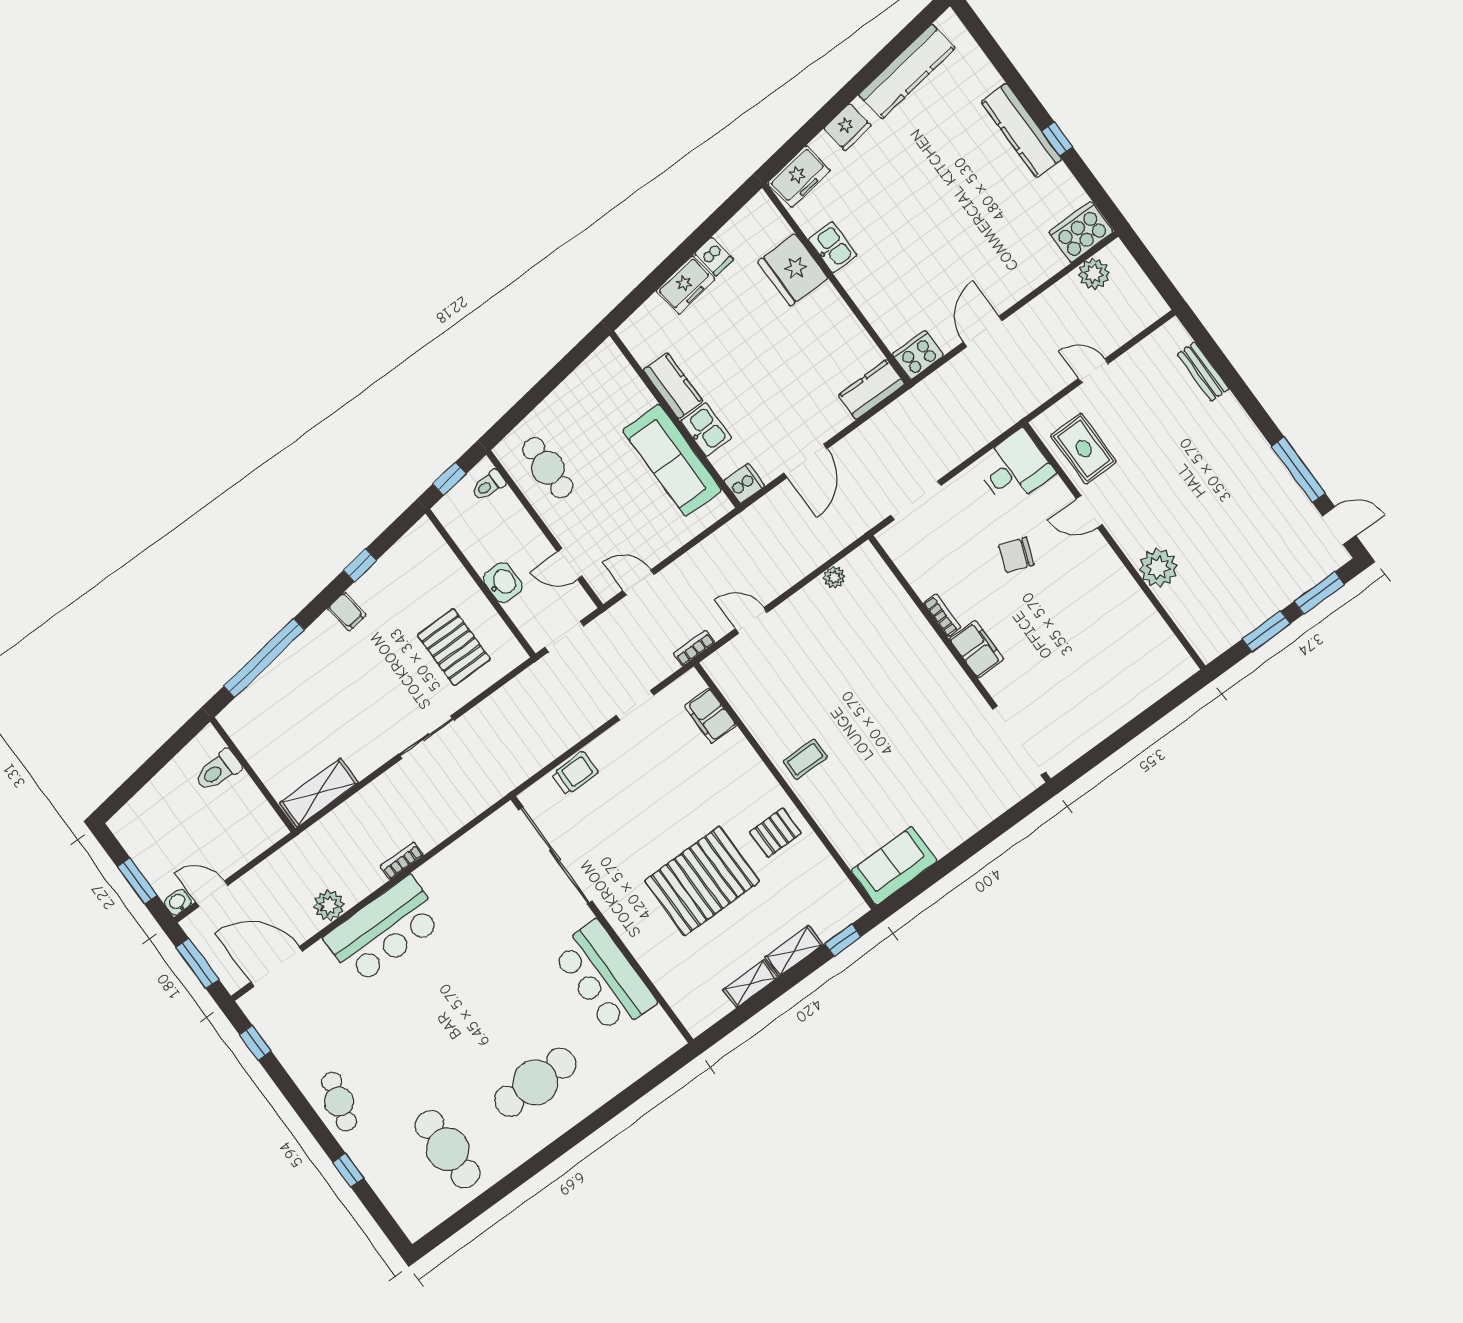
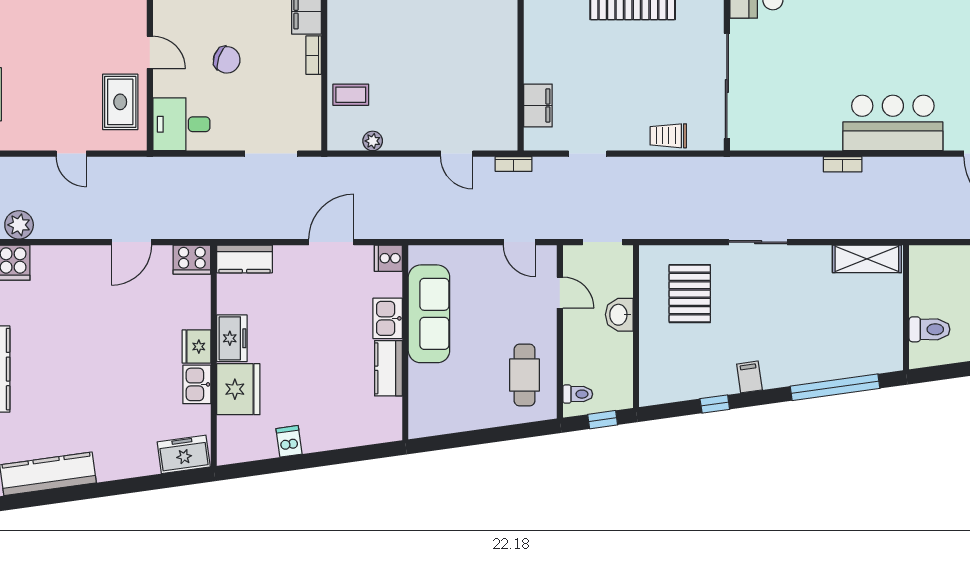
fridge: (847, 127) -> (196, 347), moved, turned -82
freezer: (686, 285) -> (232, 338), moved, turned 98
coffee table: (805, 759) -> (351, 95), moved
plant: (329, 905) -> (920, 171), removed

